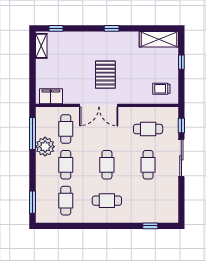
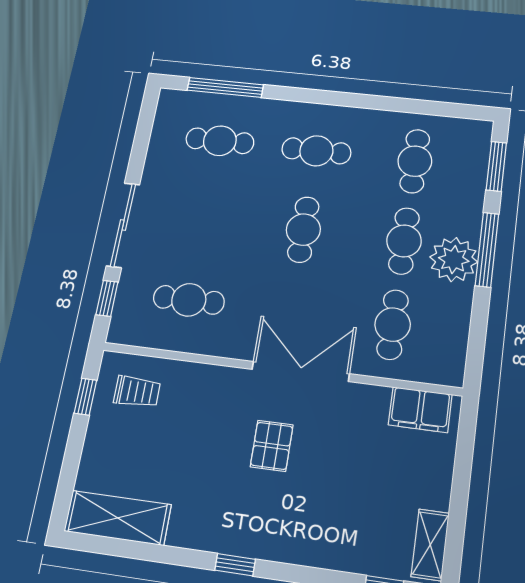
window: (181, 62) -> (85, 397), moved
pallet: (105, 75) -> (272, 446), width x0.67, depth x0.71
window: (32, 134) -> (487, 250), moved
plant: (45, 147) -> (454, 259), moved
cafe table: (148, 165) -> (220, 141), moved, turned 90
window: (150, 226) -> (225, 88), width x2.17

